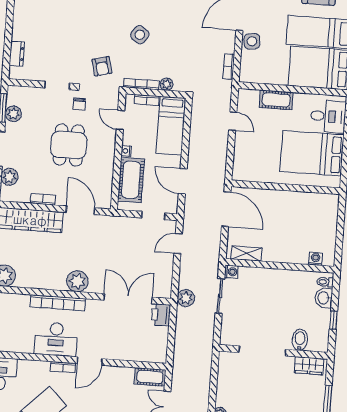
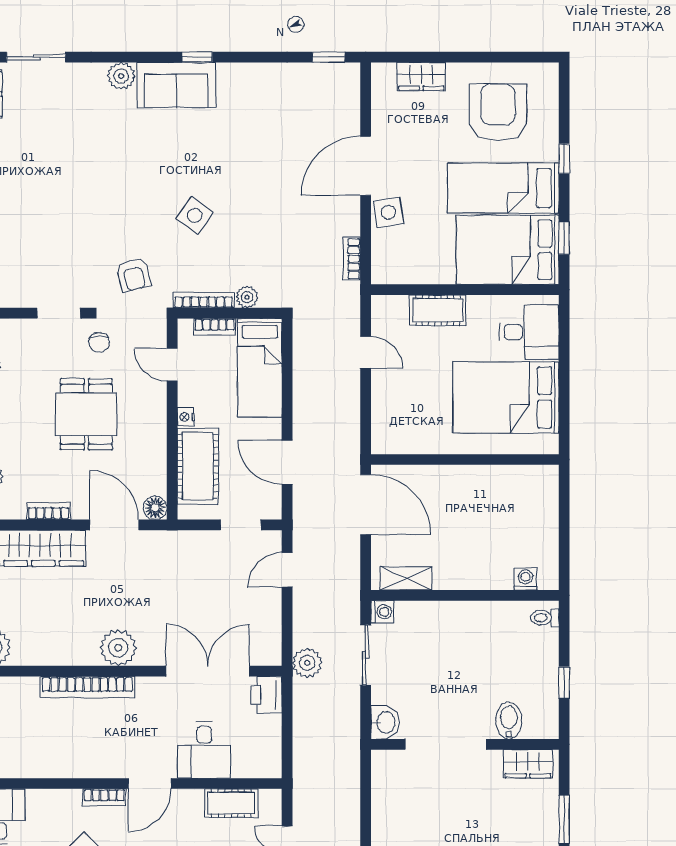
floor lamp: (105, 202) -> (155, 508), added
washbasin: (324, 298) -> (385, 722), moved, turned 180
desk: (56, 339) -> (204, 750), moved, width x0.73
cot: (150, 377) -> (231, 803), moved

